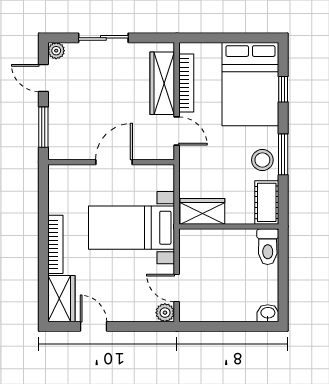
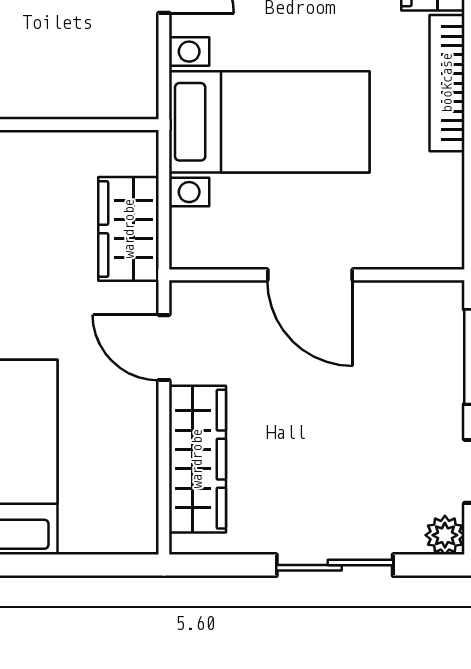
bookcase: (186, 83) -> (141, 460), removed
door: (114, 162) -> (310, 275), hinge flipped
wardrobe: (202, 211) -> (129, 229), moved, turned 90

